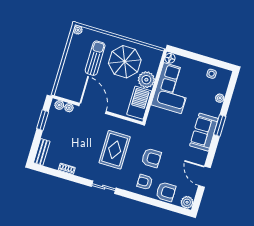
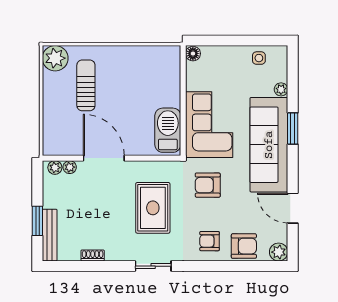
plant: (78, 30) -> (55, 58), width x1.88, depth x1.88
parasol: (125, 62) -> (130, 78), removed
plant: (146, 80) -> (168, 94), removed
corner sofa: (172, 88) -> (209, 125), moved
window: (43, 120) -> (37, 221), moved
sofa: (204, 132) -> (269, 145), width x1.85, depth x1.27
bench: (42, 152) -> (50, 235), width x1.36
armchair: (151, 158) -> (208, 185), moved, turned 180

